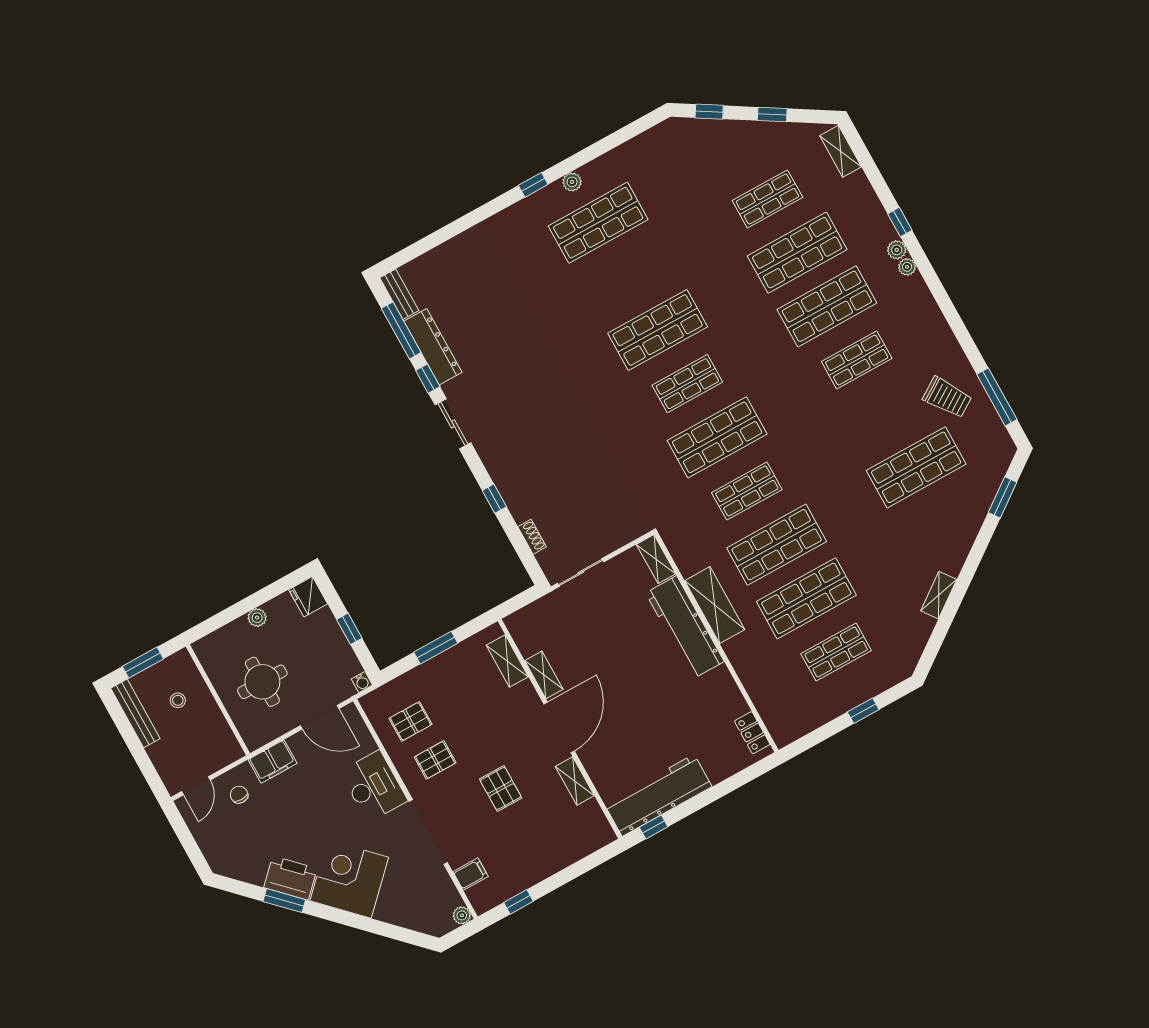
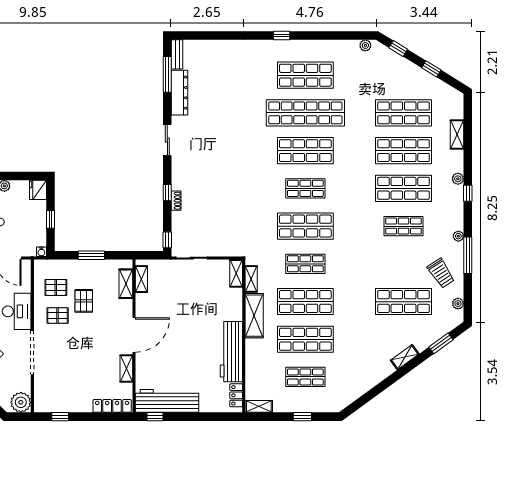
shelving: (841, 151) -> (457, 134), moved
plant: (572, 182) -> (365, 45), moved
shop shelf: (767, 199) -> (403, 113), width x1.43, depth x1.36
window: (900, 222) -> (468, 193), moved
plant: (907, 267) -> (458, 236), moved
shop shelf: (628, 276) -> (305, 113), added
window: (428, 379) -> (167, 240), moved
window: (997, 397) -> (468, 255), moved
plant: (995, 427) -> (458, 304), added
shoe rack: (532, 537) -> (176, 201), moved
shelving: (682, 555) -> (251, 279), added
shelving: (939, 595) -> (405, 357), moved
workbench: (685, 627) -> (231, 352), moved
shelving: (544, 675) -> (141, 279), moved
shelving: (793, 731) -> (259, 406), added
pallet: (501, 788) -> (84, 301), moved
locker: (584, 846) -> (112, 406), added
filing cabinet: (471, 874) -> (43, 387), removed
plant: (462, 915) -> (21, 402), width x1.88, depth x1.88

